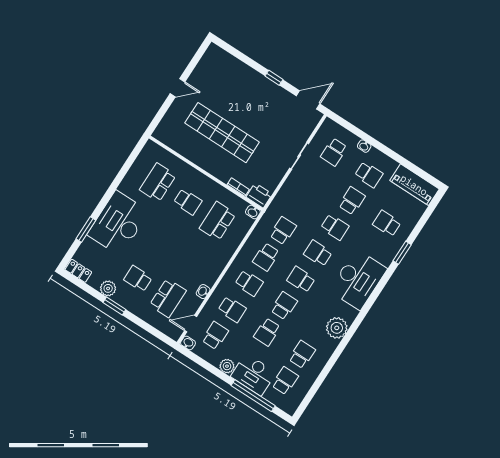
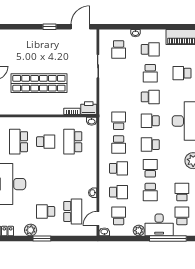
school desk: (352, 201) -> (150, 73), turned 180

